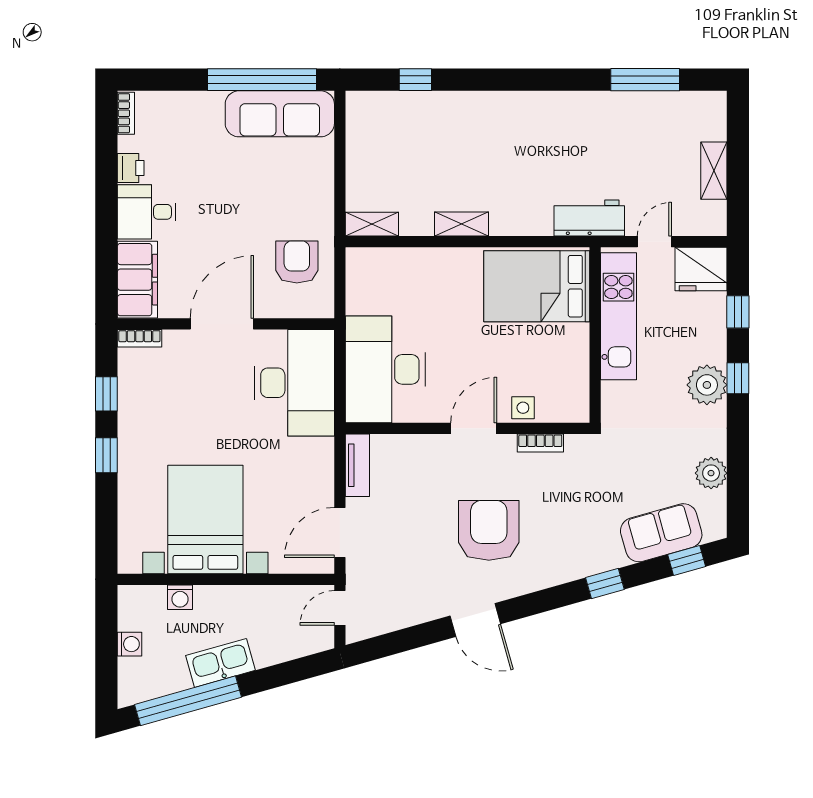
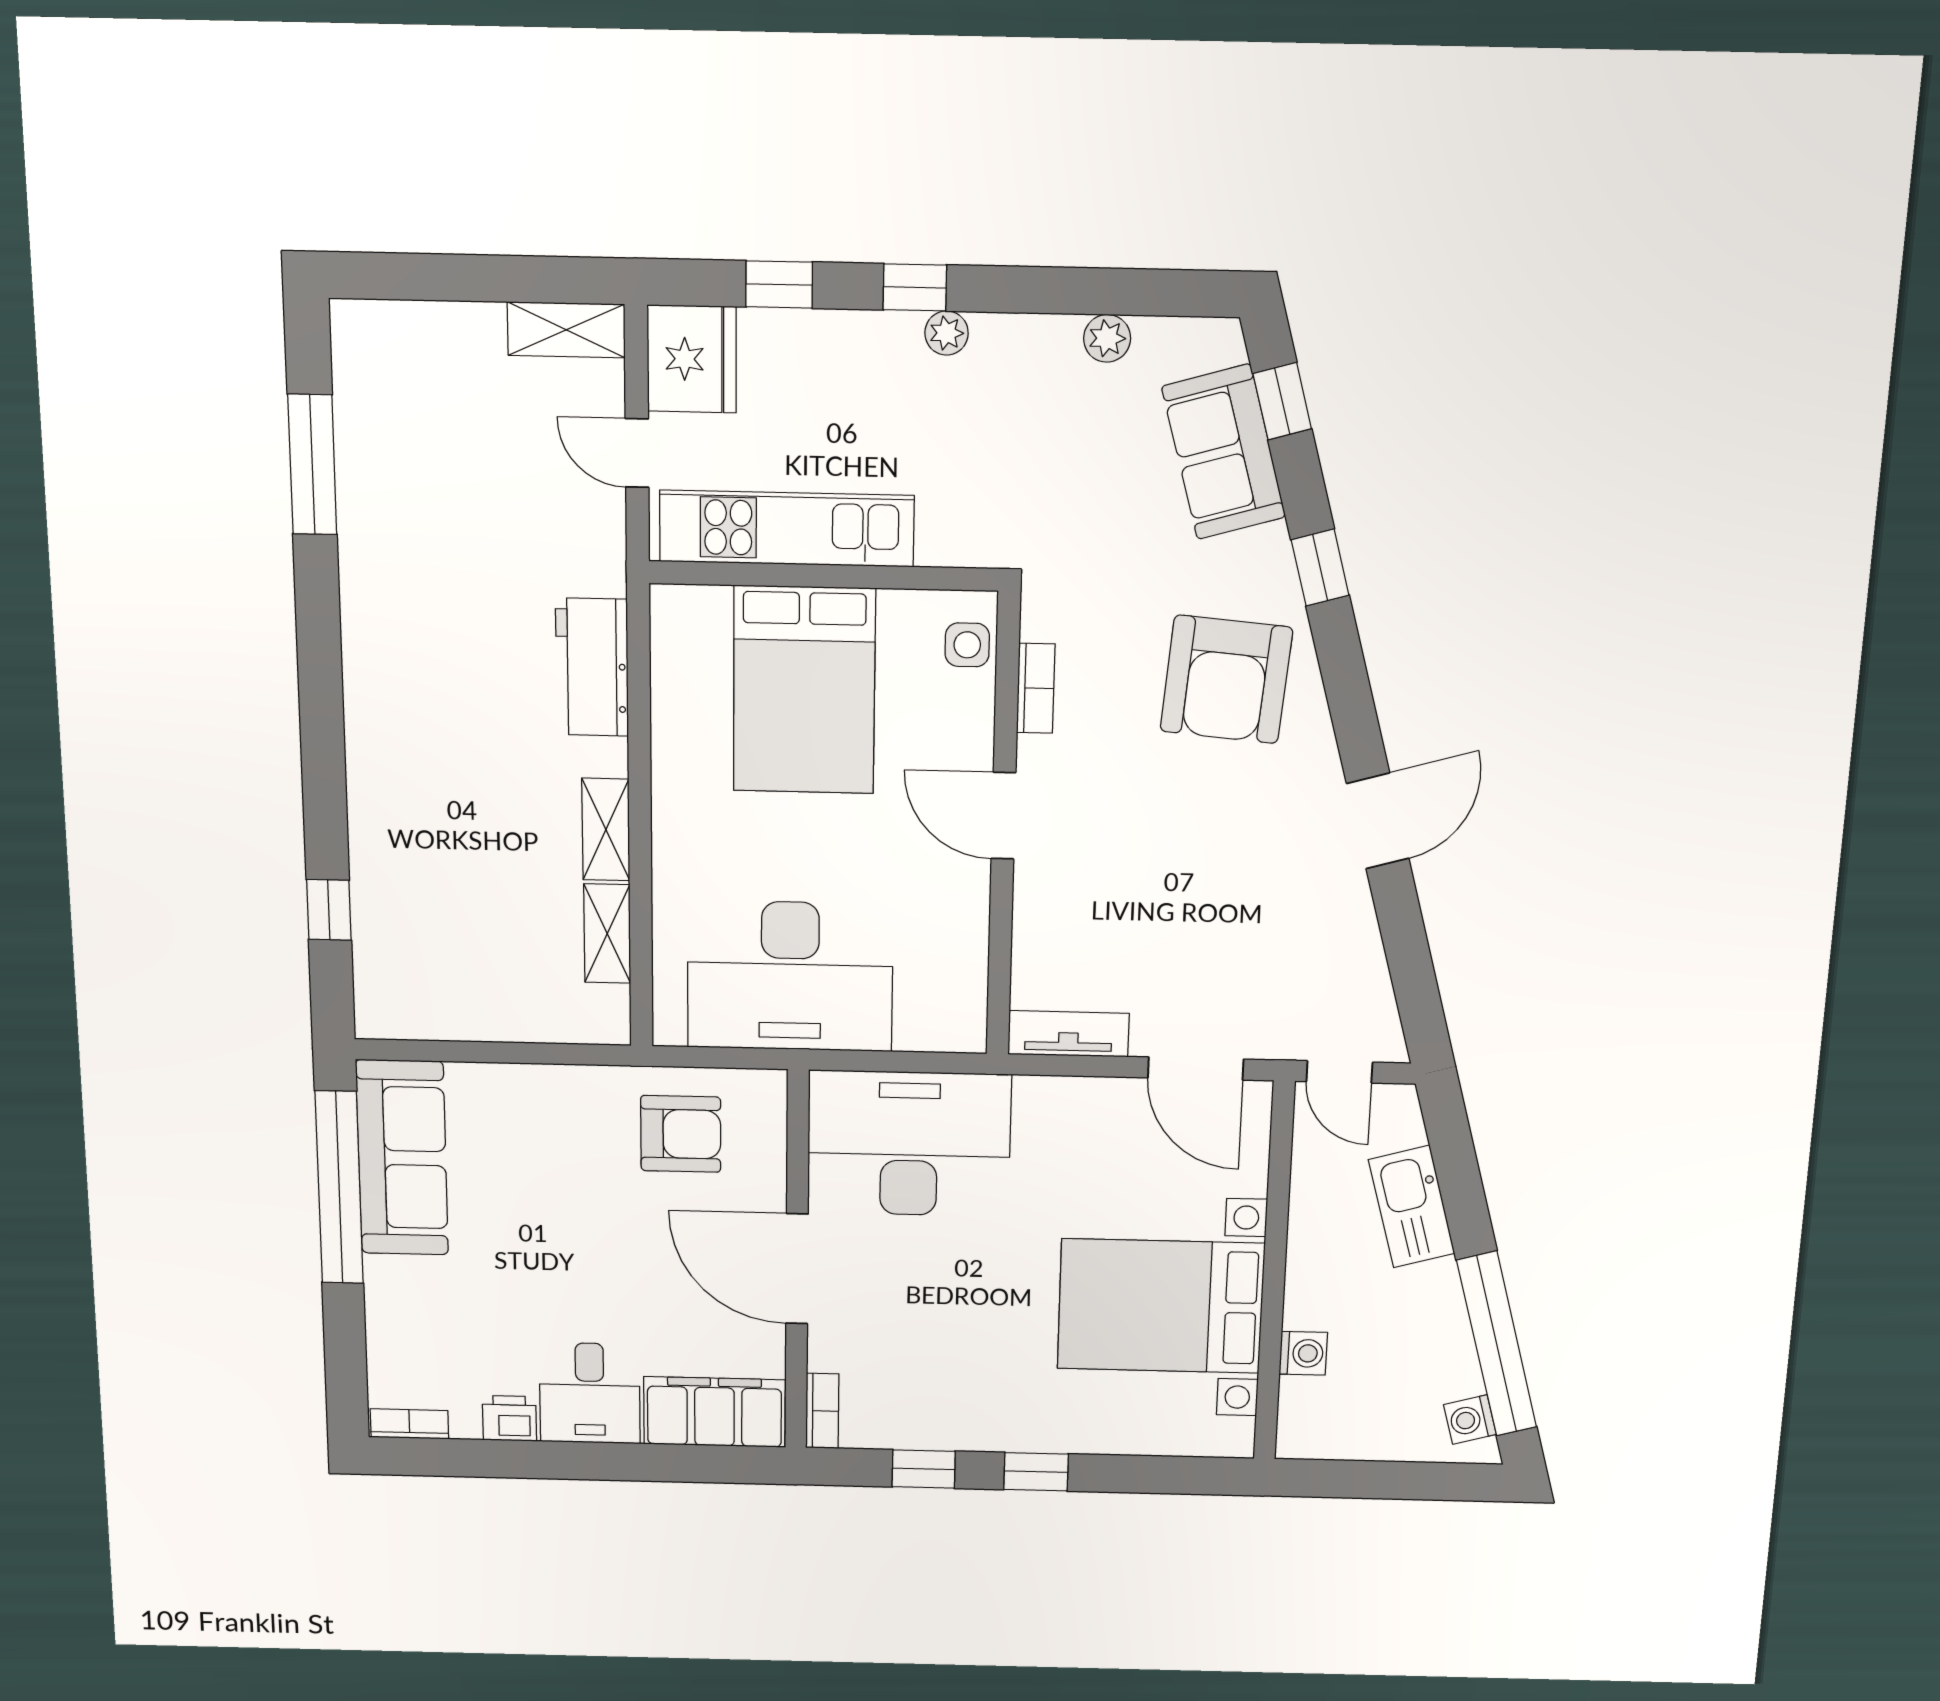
shelving: (714, 171) -> (566, 330), moved
workbench: (589, 218) -> (592, 667), moved
shelving: (372, 224) -> (607, 934), moved
armchair: (297, 262) -> (681, 1134), turned 180
bed: (537, 286) -> (804, 690), moved
desk: (385, 369) -> (790, 976), moved
plant: (707, 385) -> (947, 333), width x0.53, depth x0.53
side table: (523, 408) -> (967, 645), moved
plant: (711, 473) -> (1107, 338), width x0.73, depth x0.73
armchair: (489, 530) -> (1226, 679), moved, turned -85
washing machine: (129, 644) -> (1470, 1420), moved, turned -106
kitchen sink: (221, 663) -> (1412, 1207), moved

